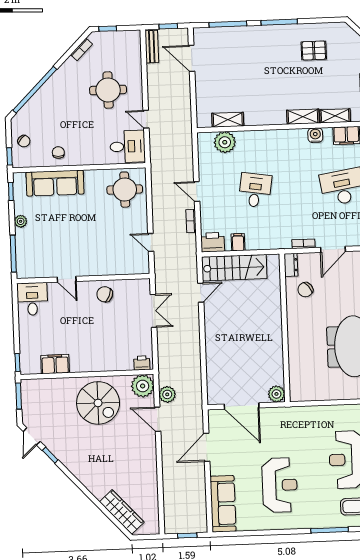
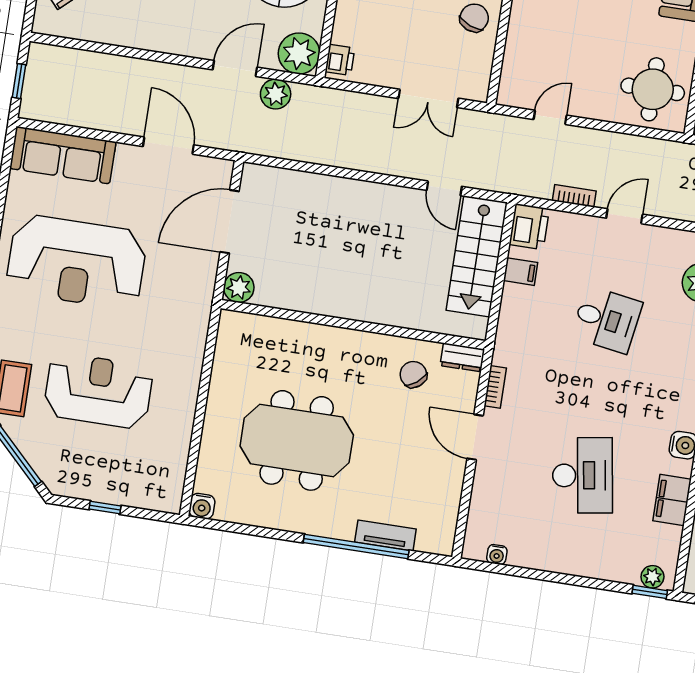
reception desk: (280, 485) -> (77, 262), width x1.36, depth x1.30

